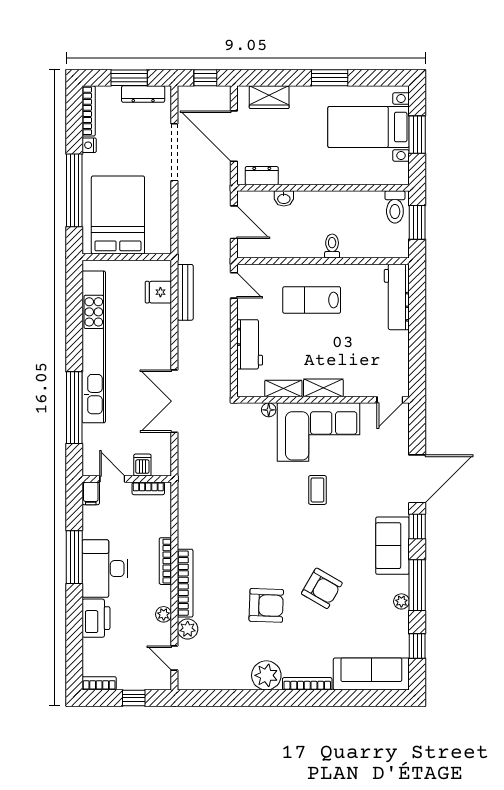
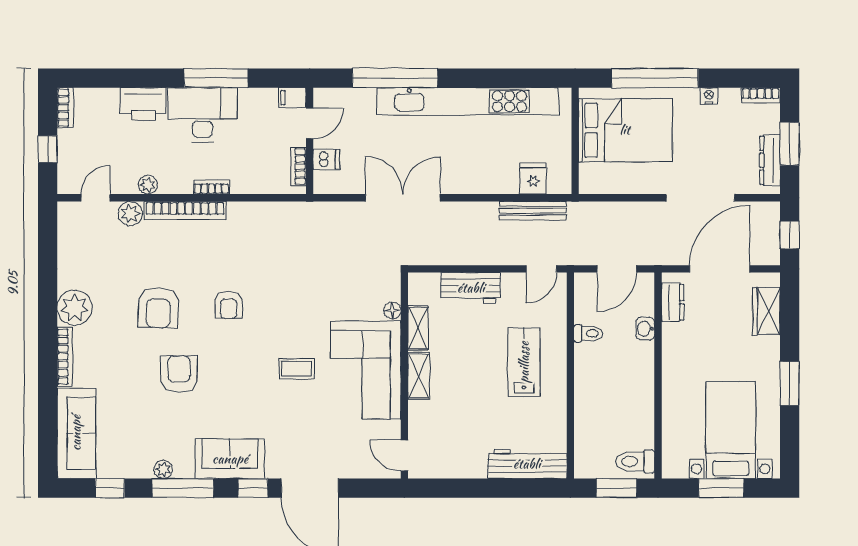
bookcase: (89, 111) -> (761, 95), width x0.64
toilet: (332, 246) -> (588, 333), moved
armchair: (264, 547) -> (229, 305), added
bookcase: (165, 561) -> (211, 187), width x0.64
armchair: (322, 588) -> (179, 374), turned 150

